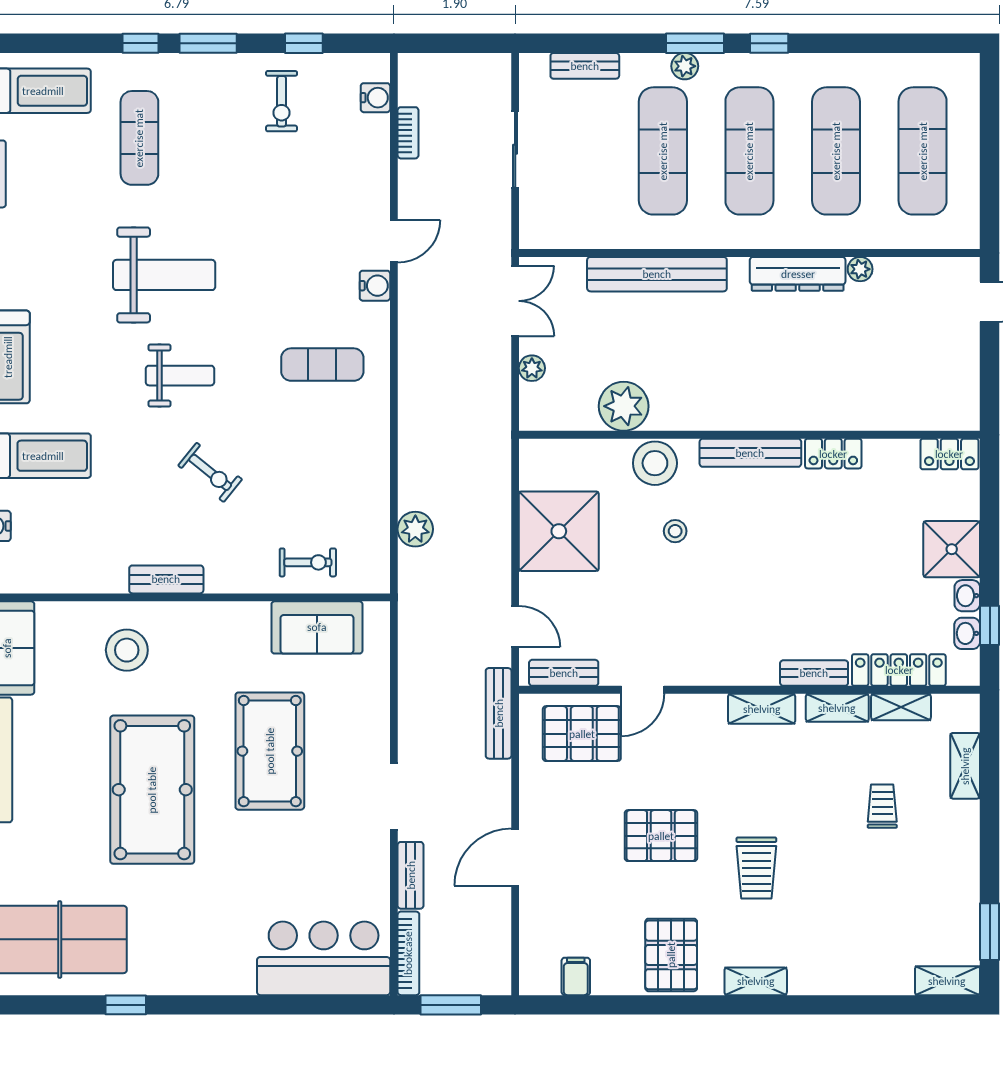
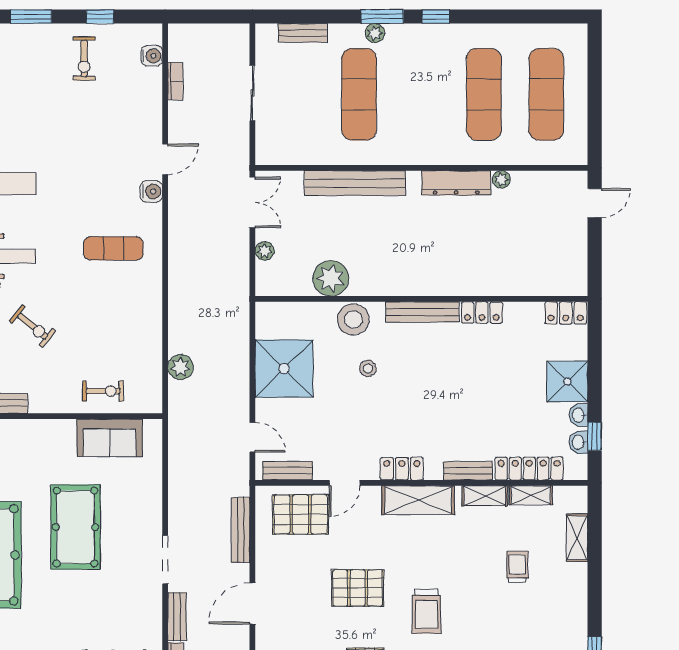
exercise mat: (749, 151) -> (421, 94), removed
locker: (722, 670) -> (402, 469), added
shelving: (762, 709) -> (418, 500), width x1.50, depth x1.33
bench: (499, 713) -> (241, 530), moved

